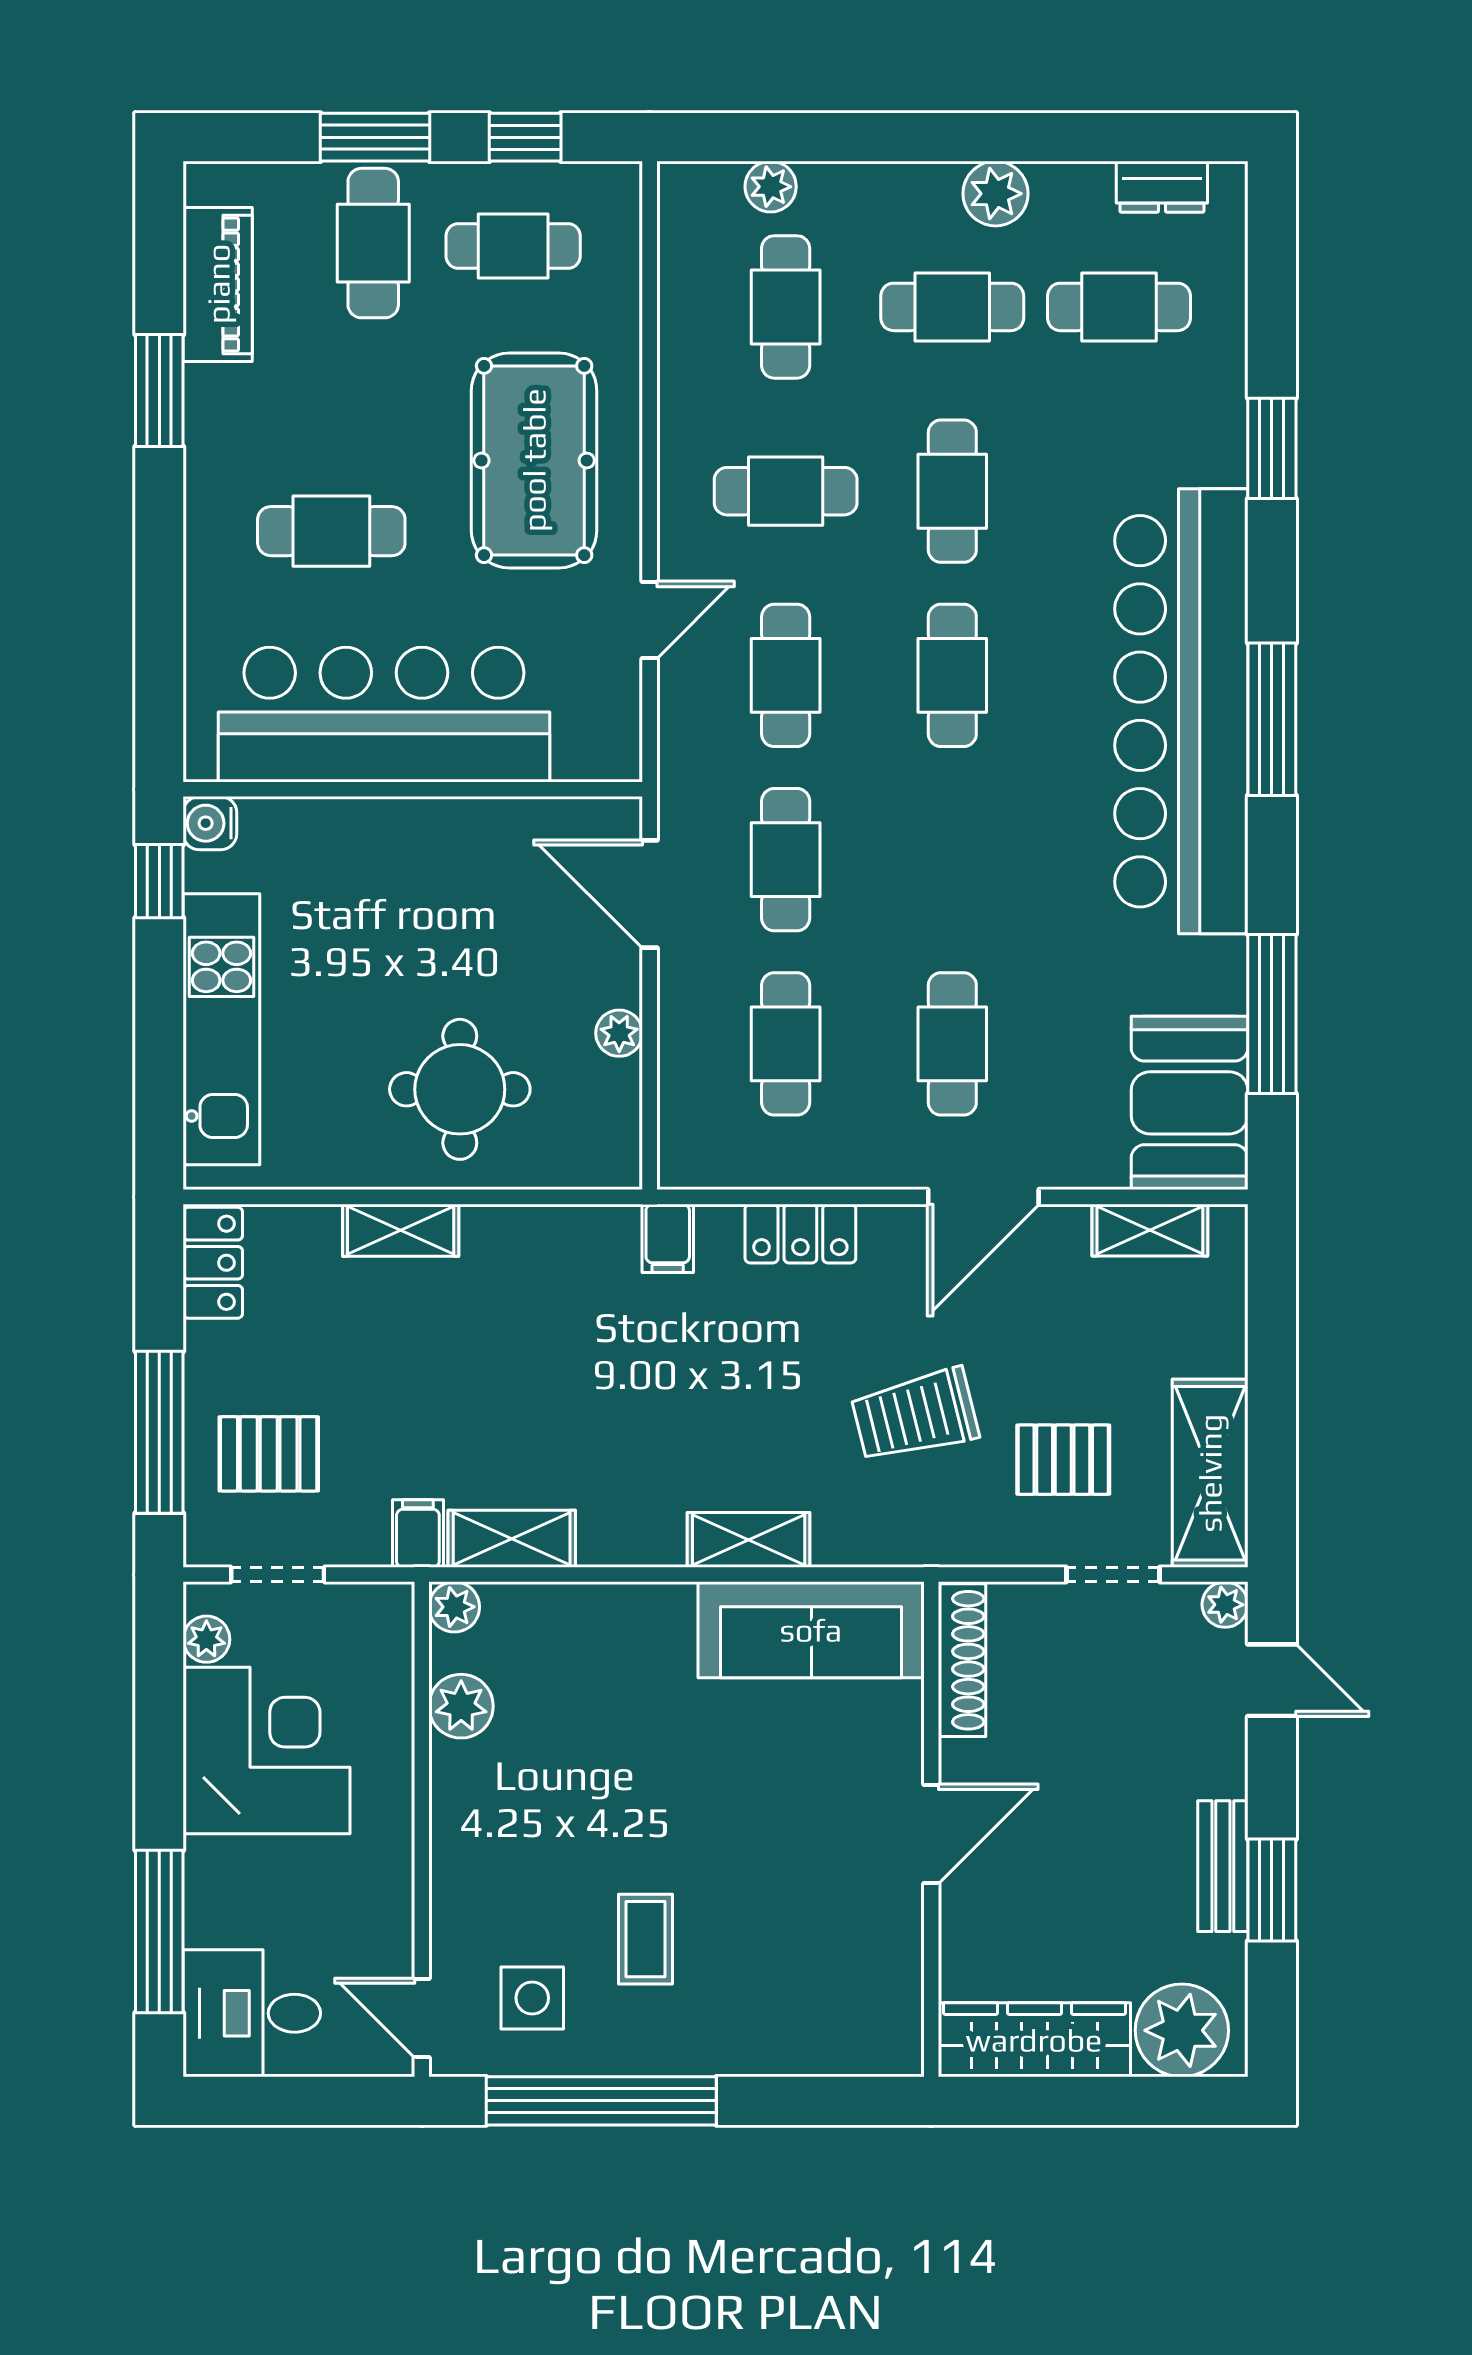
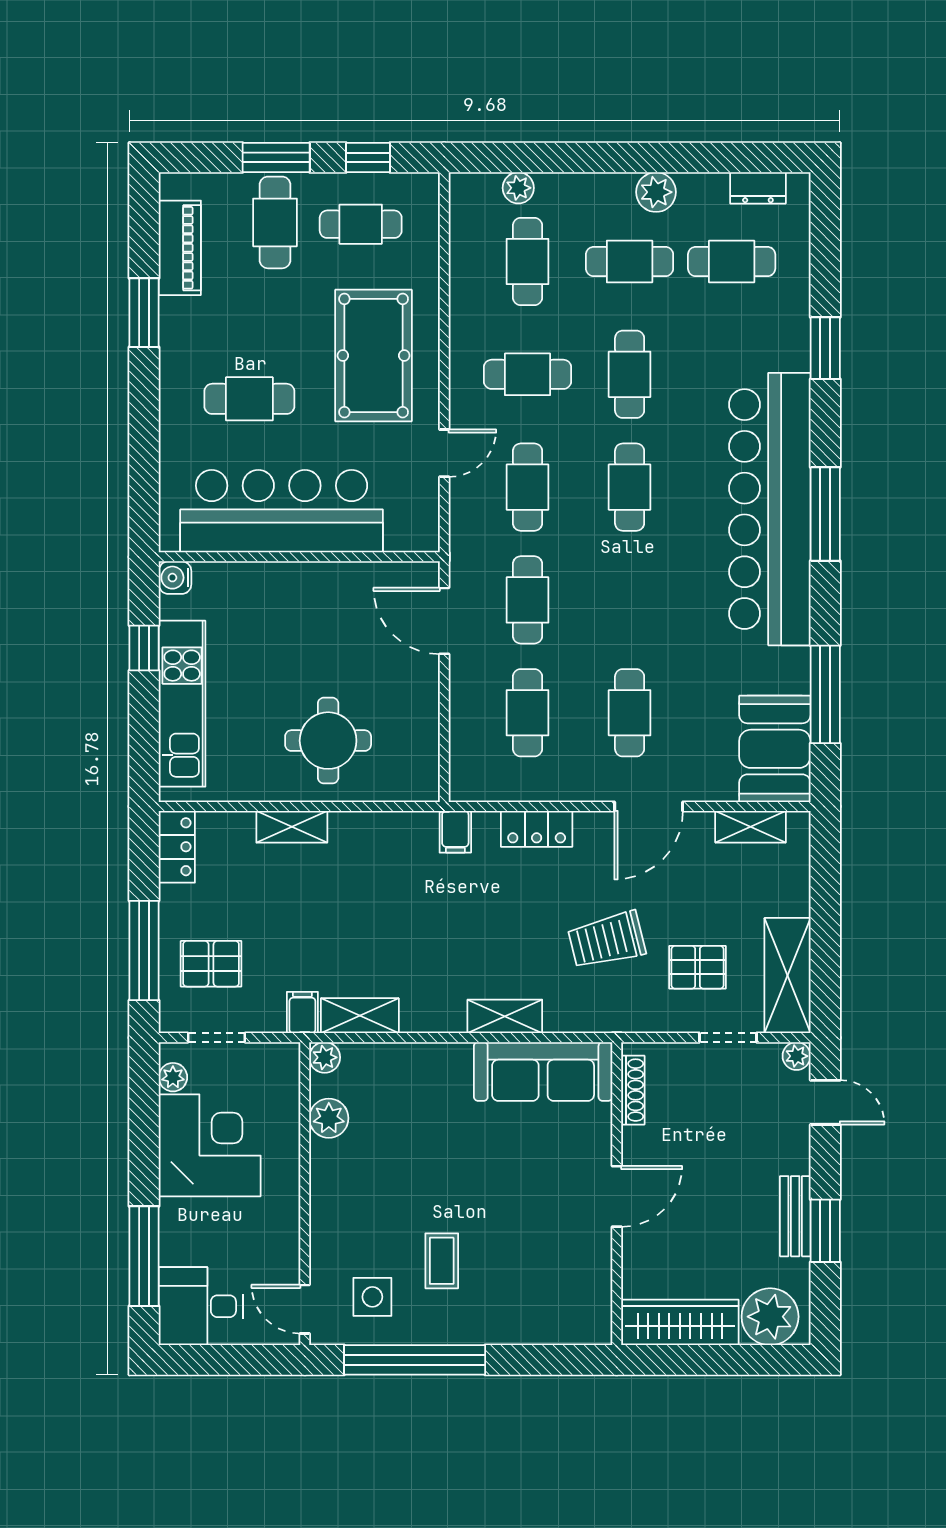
window: (159, 881) -> (144, 648), moved
plant: (619, 1033) -> (426, 706), removed
shoe rack: (962, 1660) -> (633, 1090), width x0.74, depth x0.81

